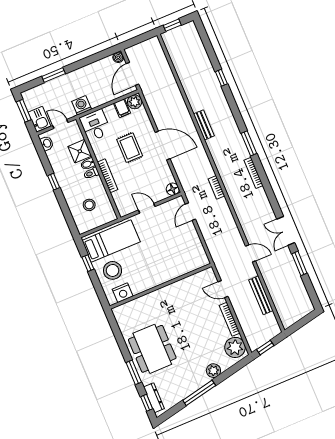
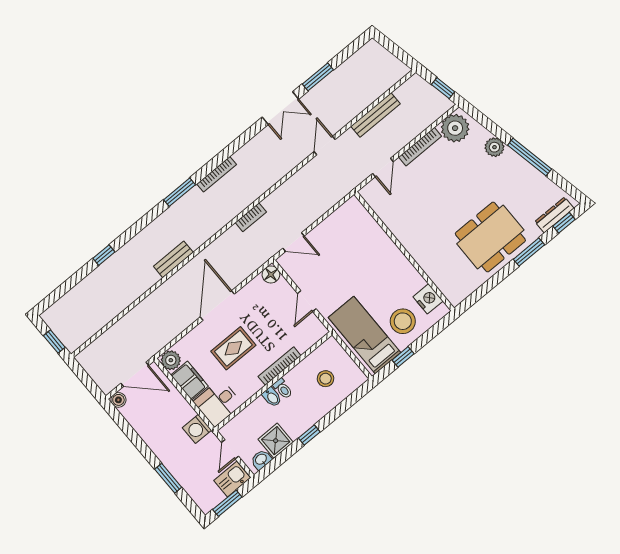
filing cabinet: (122, 108) -> (189, 381), width x2.00
shower: (80, 151) -> (276, 441), moved

